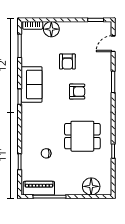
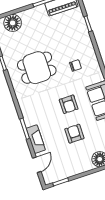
fireplace: (106, 69) -> (36, 139), added
armchair: (77, 92) -> (69, 104), moved, turned -90
chair: (46, 153) -> (75, 65), moved

